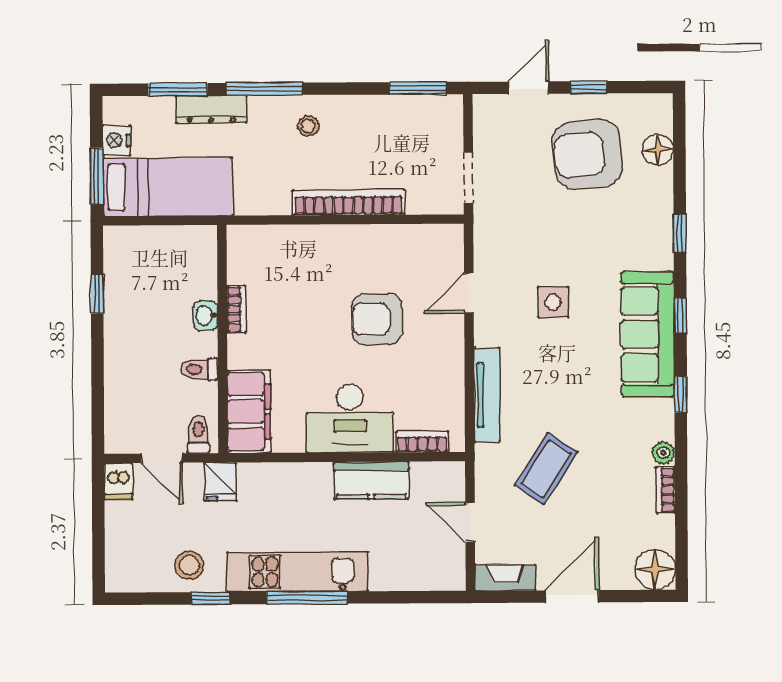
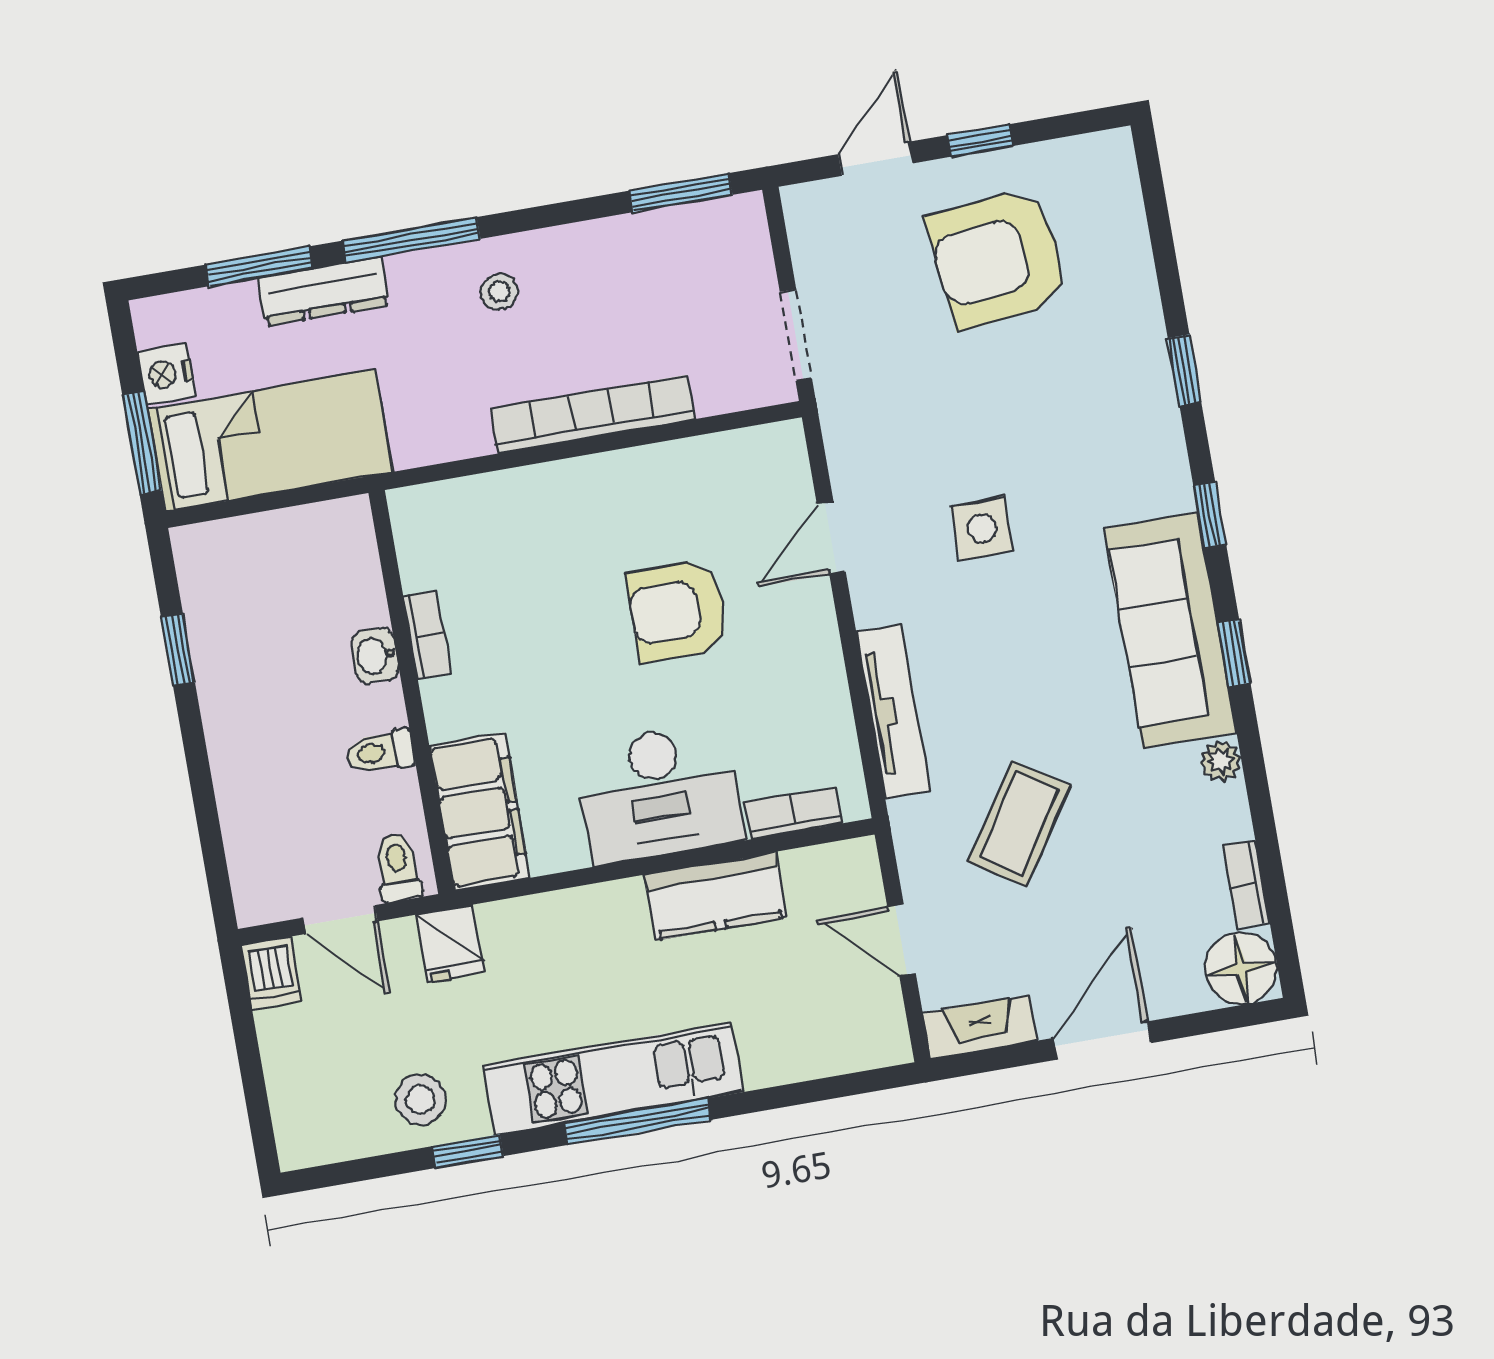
floor lamp: (658, 150) -> (1121, 229), removed
sofa: (648, 334) -> (1171, 630), moved
bookcase: (666, 490) -> (1246, 884), moved

